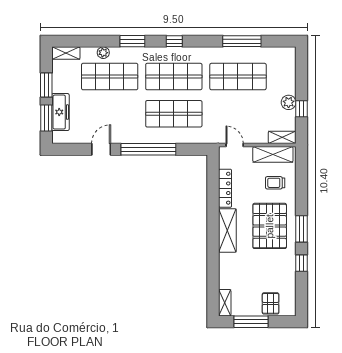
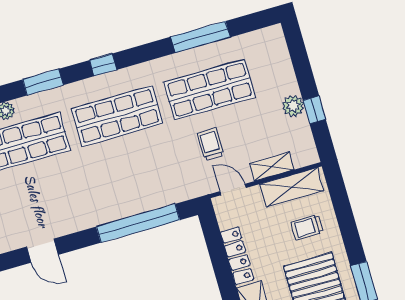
trolley: (229, 112) -> (210, 144), added
shop shelf: (174, 114) -> (132, 170), removed
shelving: (282, 137) -> (272, 167), moved
door: (101, 149) -> (42, 251), swing flipped
window: (148, 149) -> (138, 223), moved

